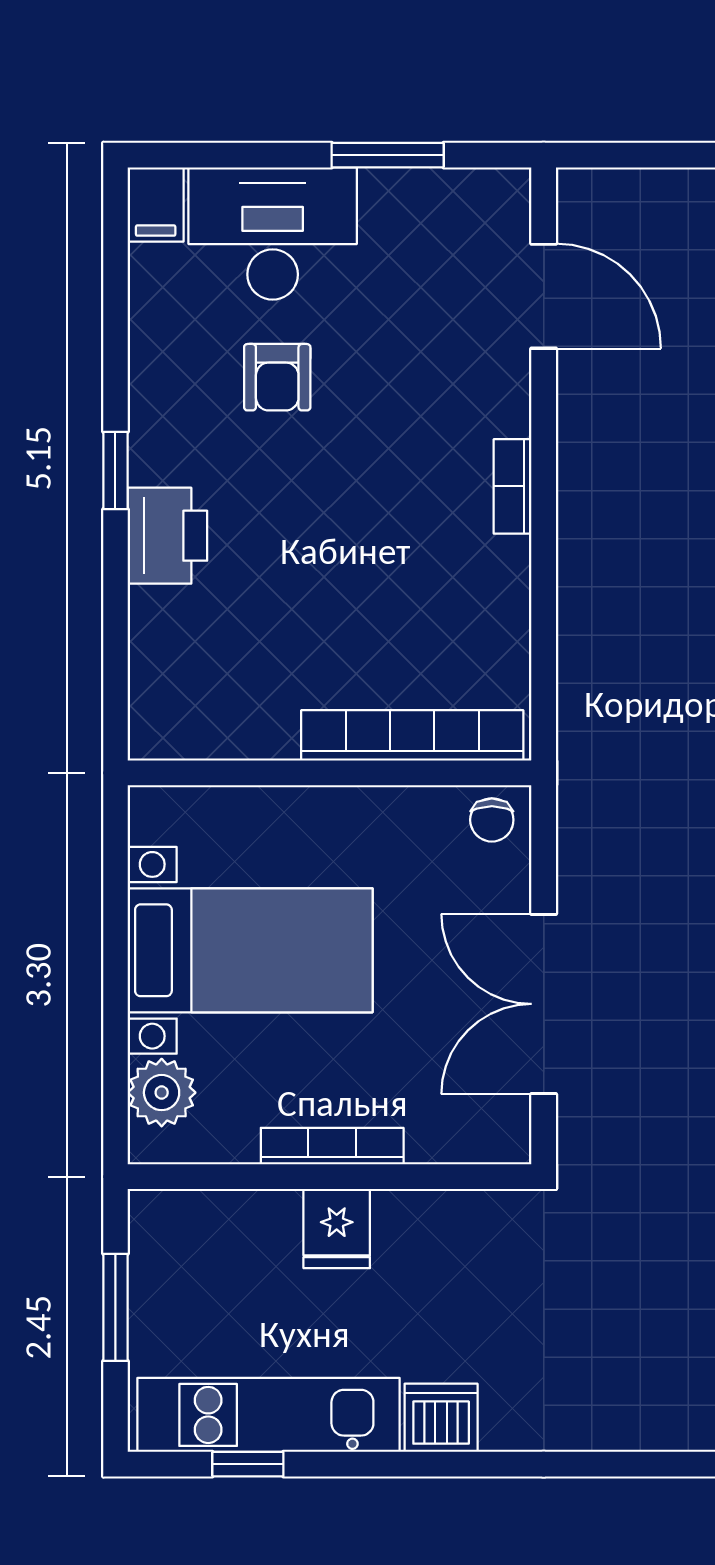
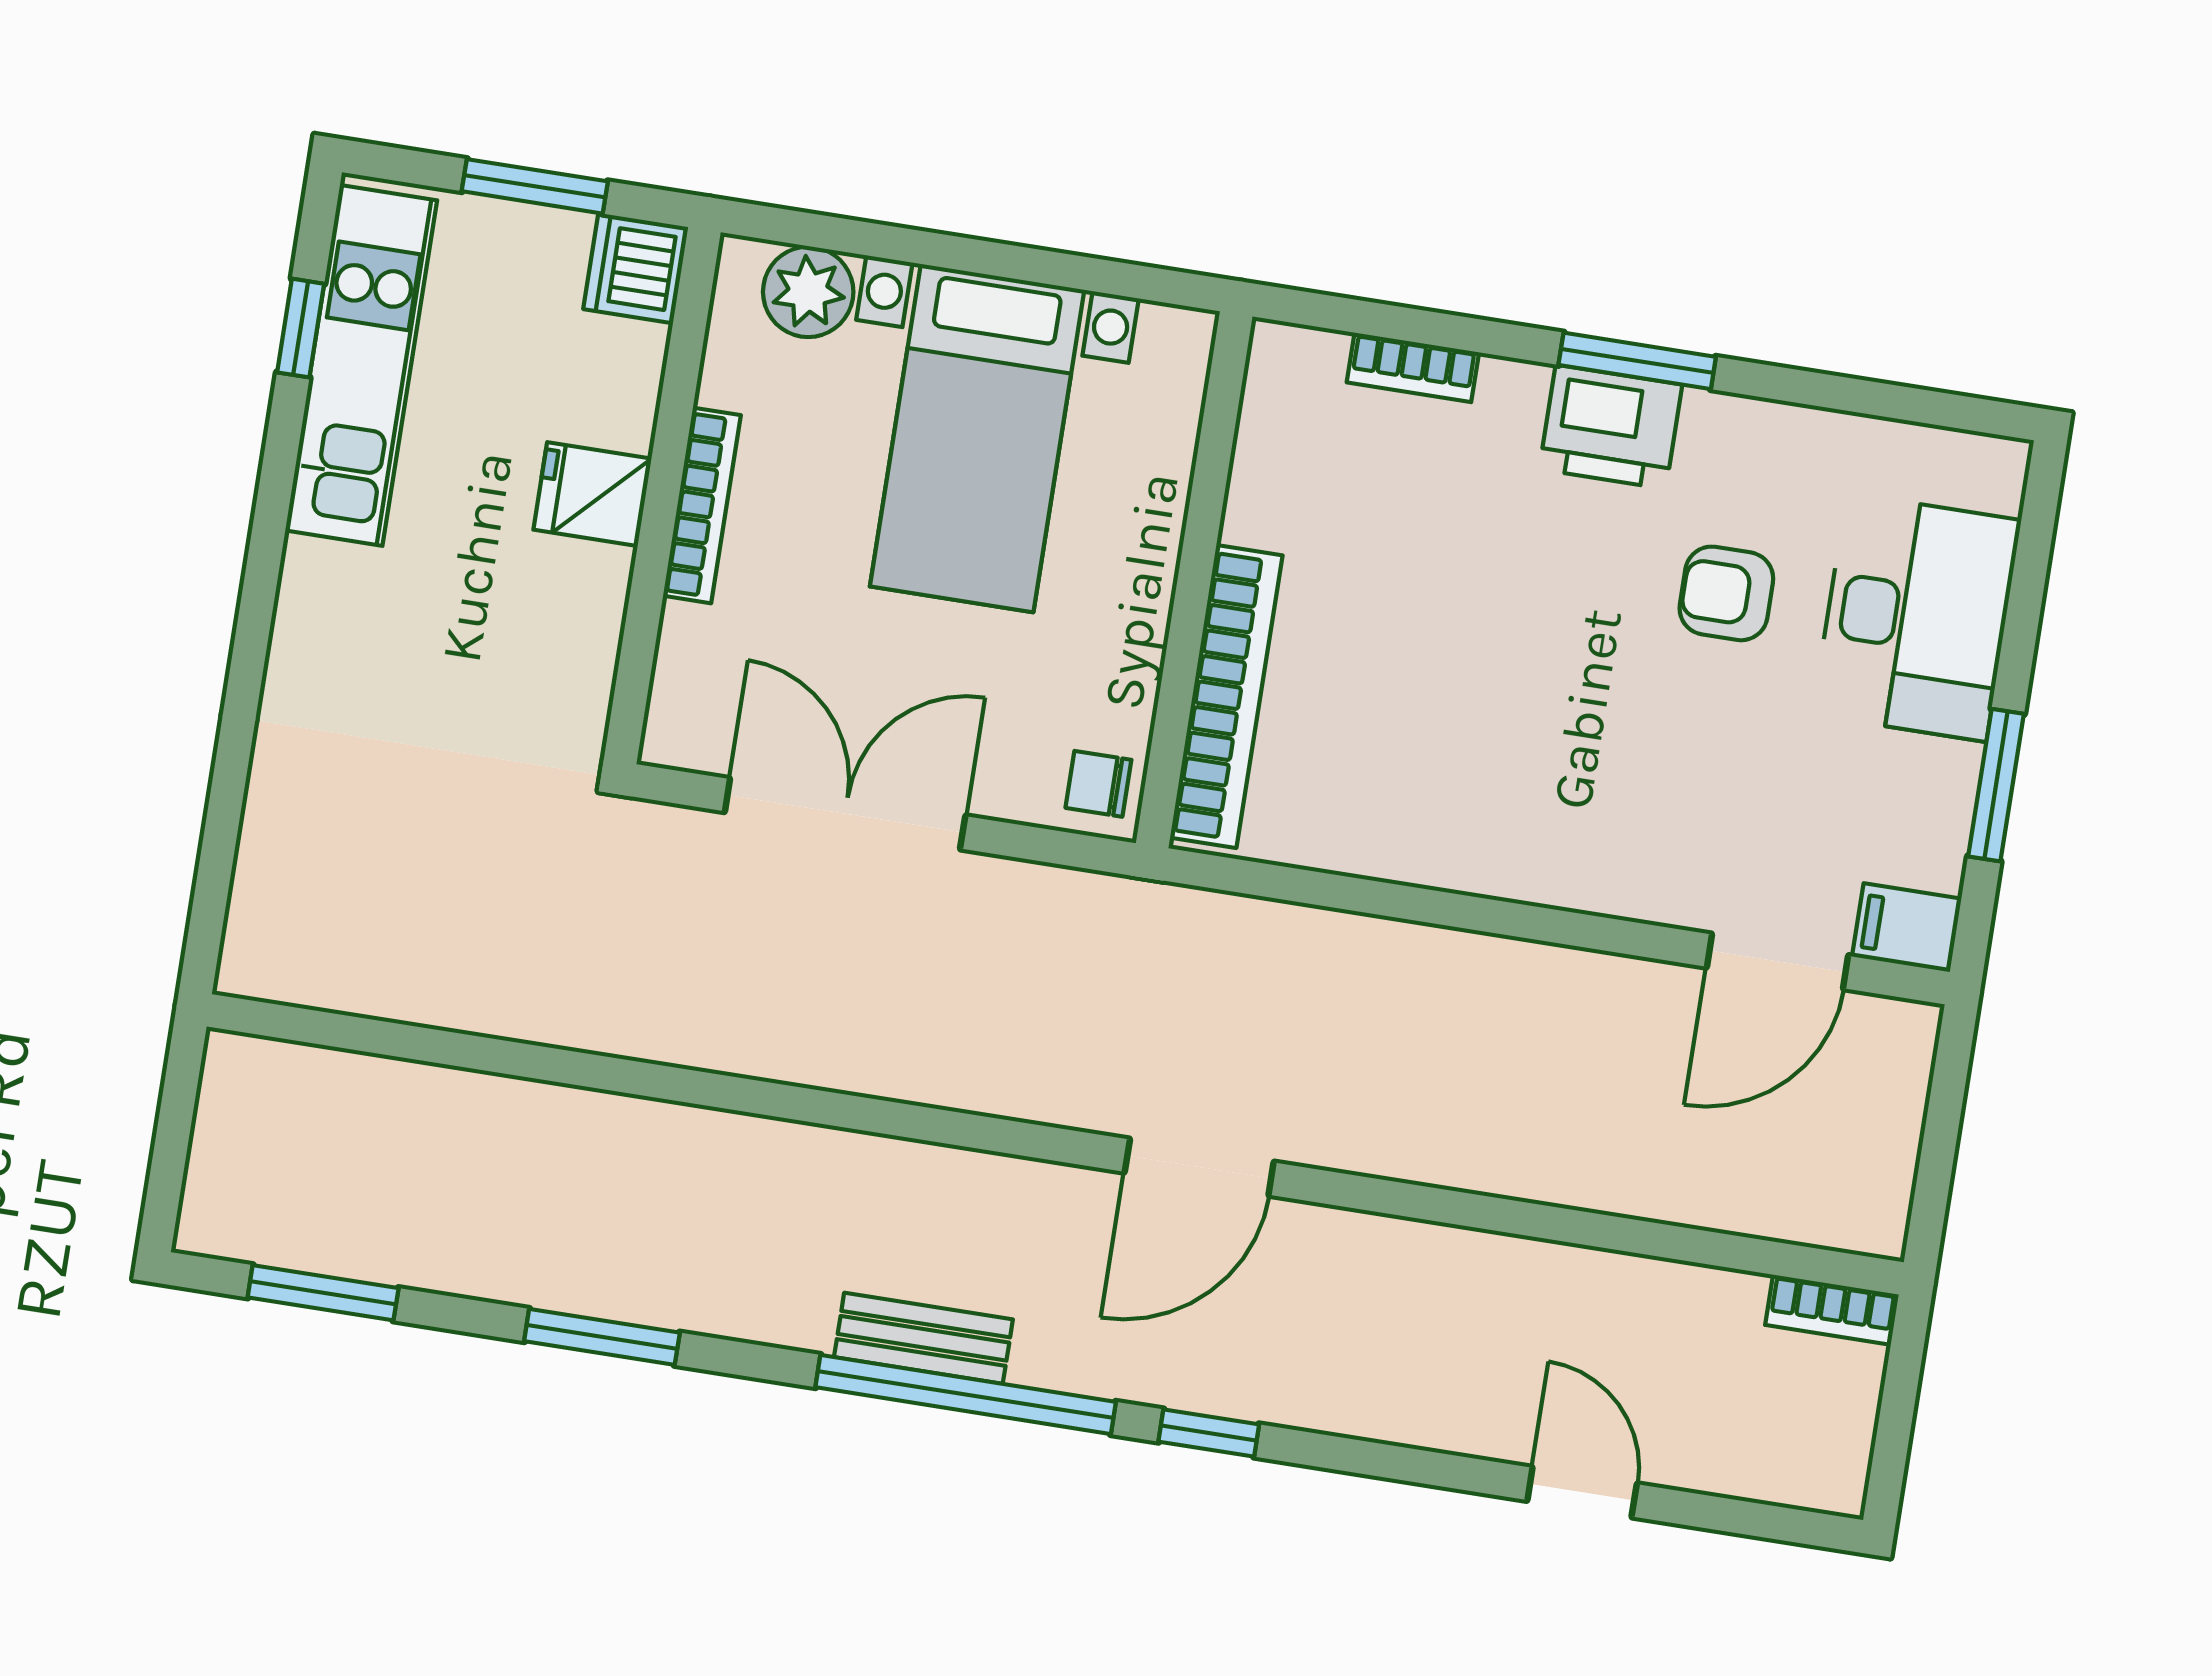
filing cabinet: (156, 204) -> (1907, 928), moved
window: (115, 471) -> (1637, 361), width x1.50
bookcase: (513, 486) -> (1413, 367), moved, turned 180
printer: (167, 536) -> (1611, 427), moved
dishwasher: (441, 1418) -> (636, 268), moved, turned 180

